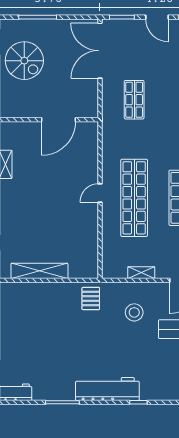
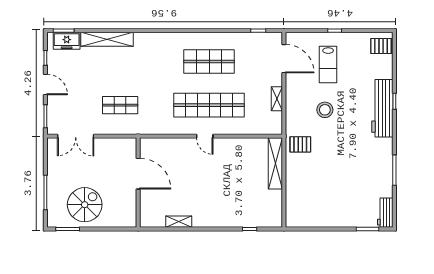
door: (157, 17) -> (45, 84), hinge flipped
double door: (100, 51) -> (76, 136), width x0.73
shelving: (39, 271) -> (275, 163), moved
stool: (134, 312) -> (325, 110), moved
workbench: (107, 389) -> (382, 108), moved

